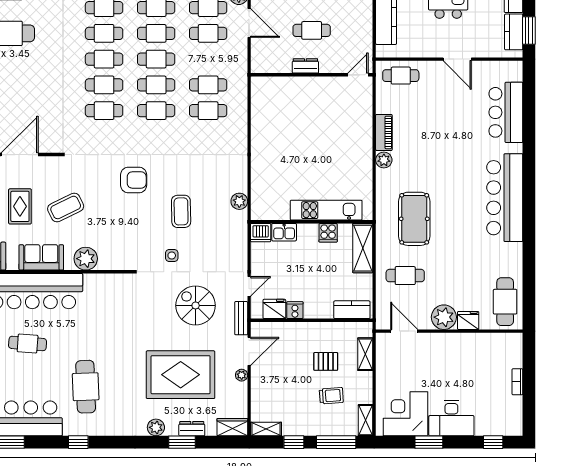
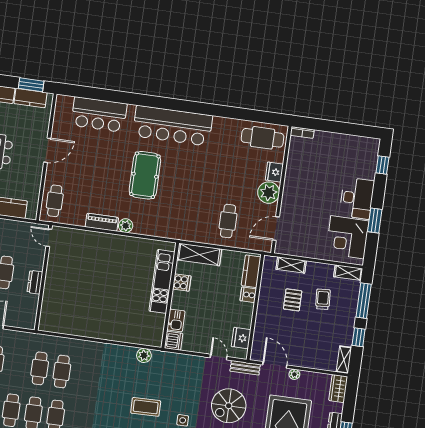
pool table: (414, 219) -> (145, 175), moved, turned 90
cooker: (295, 310) -> (248, 295), moved
bookcase: (517, 382) -> (302, 132), moved

